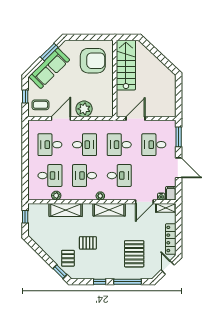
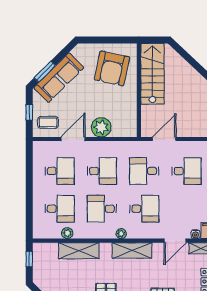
window: (49, 52) -> (45, 72), moved
armchair: (93, 61) -> (112, 68), turned 102
desk: (50, 145) -> (60, 171), turned 180
desk: (154, 145) -> (187, 171), turned 180

